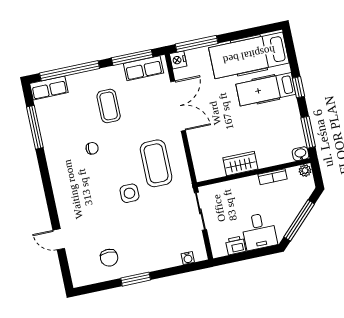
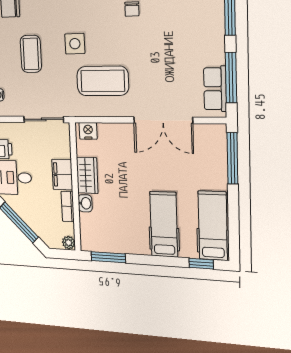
hospital bed: (249, 55) -> (213, 226), width x0.73, depth x0.78
nightstand: (178, 60) -> (88, 131), moved
window: (298, 87) -> (201, 264), moved
coffee table: (109, 106) -> (31, 54), moved, turned 90
washbasin: (301, 154) -> (85, 203), moved
filing cabinet: (245, 186) -> (62, 175), added

